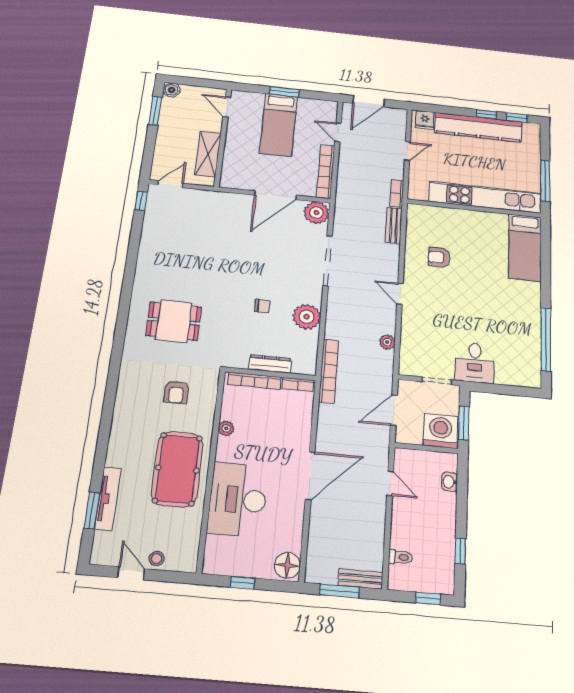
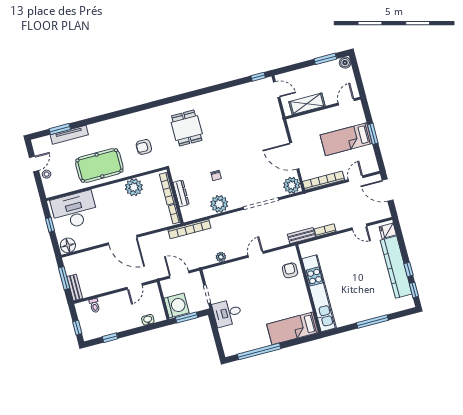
kitchen unit: (485, 197) -> (319, 293), moved
wall: (474, 208) -> (308, 289), moved
bed: (525, 247) -> (292, 328), moved
plant: (226, 428) -> (134, 187), width x1.87, depth x1.87
desk: (238, 500) -> (74, 210), moved

